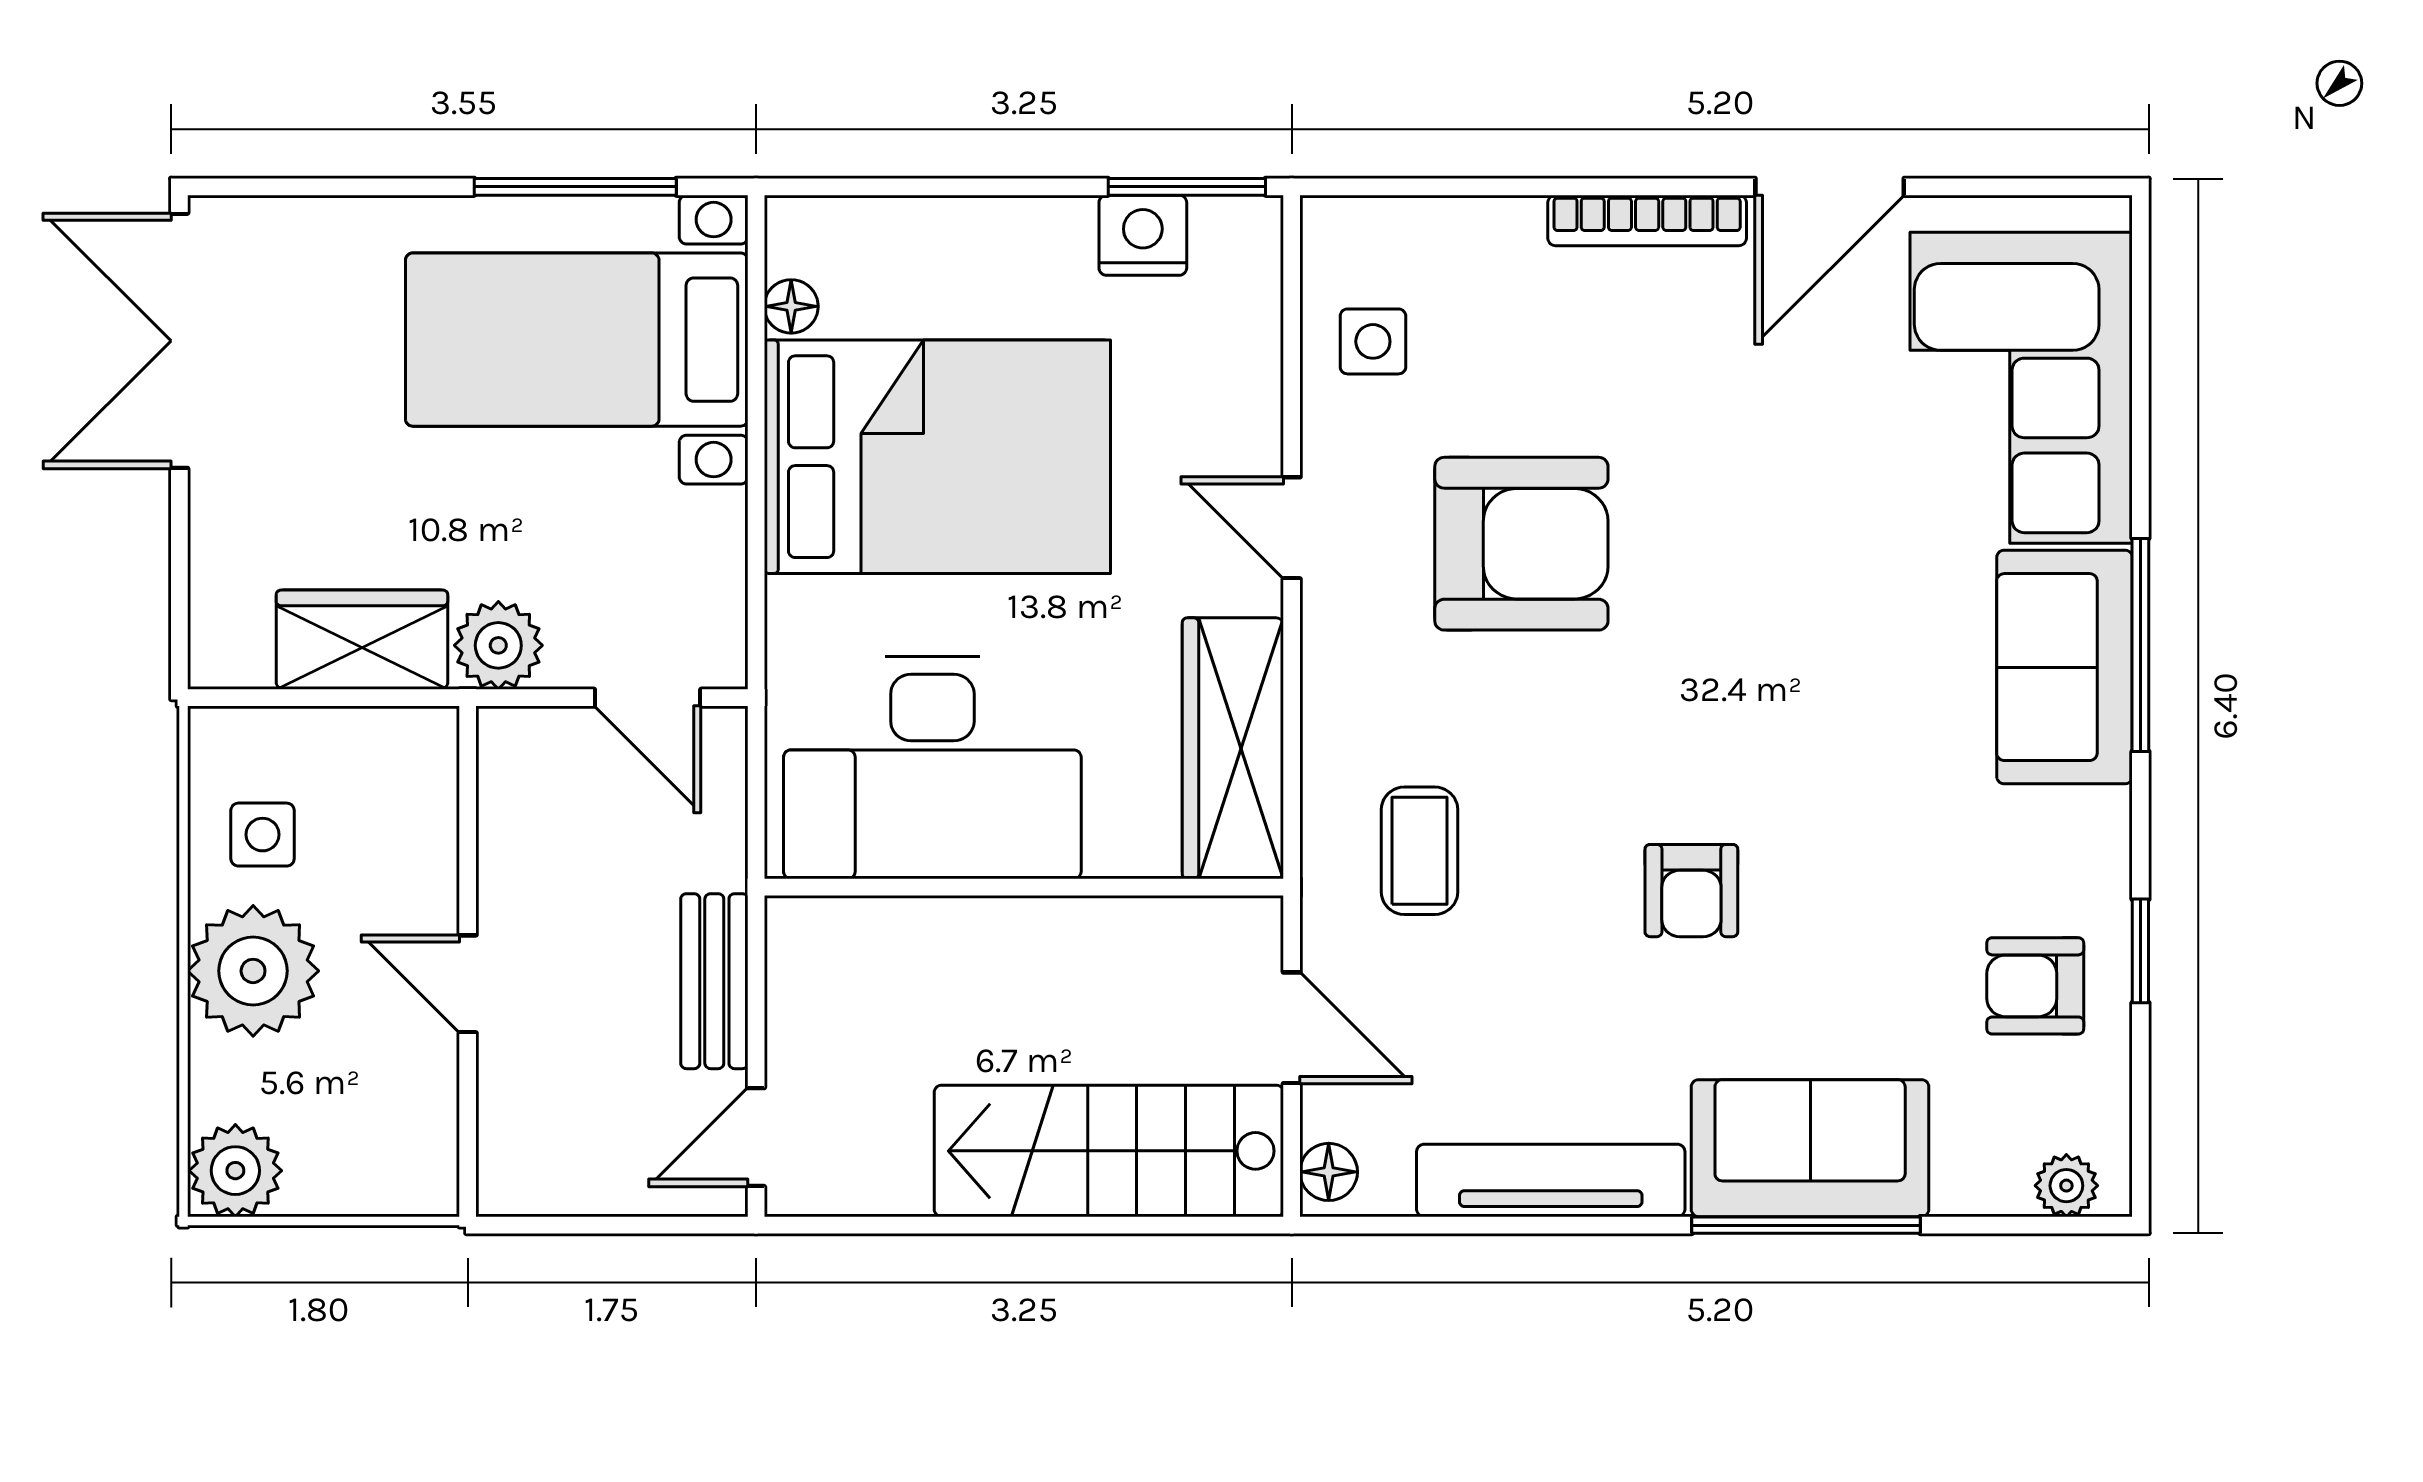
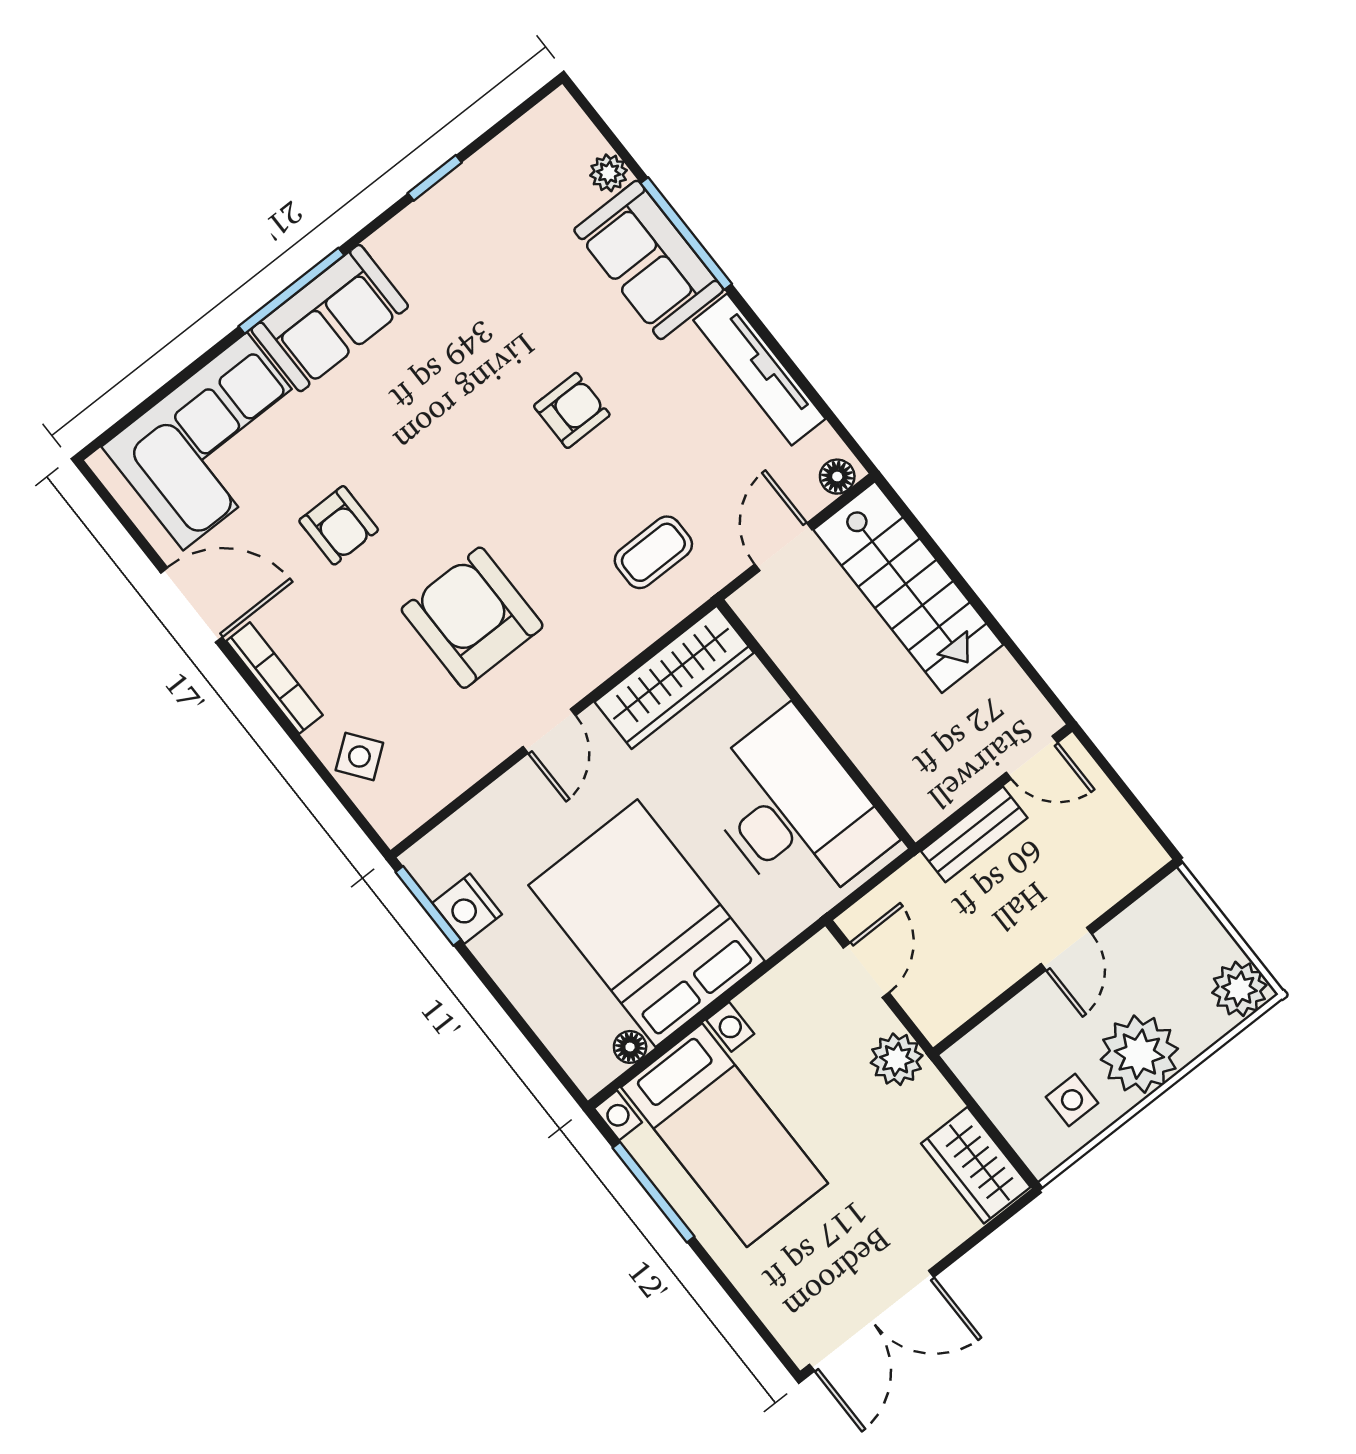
side table: (1373, 341) -> (359, 757), moved, turned -37
wardrobe: (362, 640) -> (976, 1165), moved
armchair: (2035, 986) -> (339, 525), moved
plant: (2066, 1186) -> (609, 173), moved

